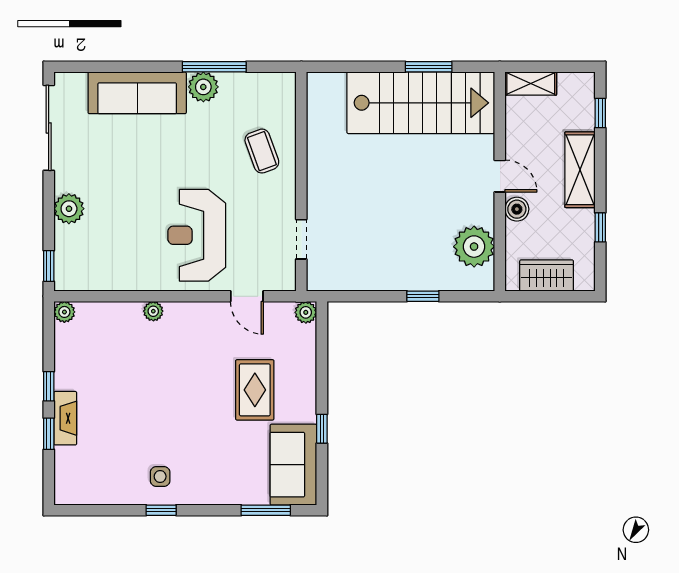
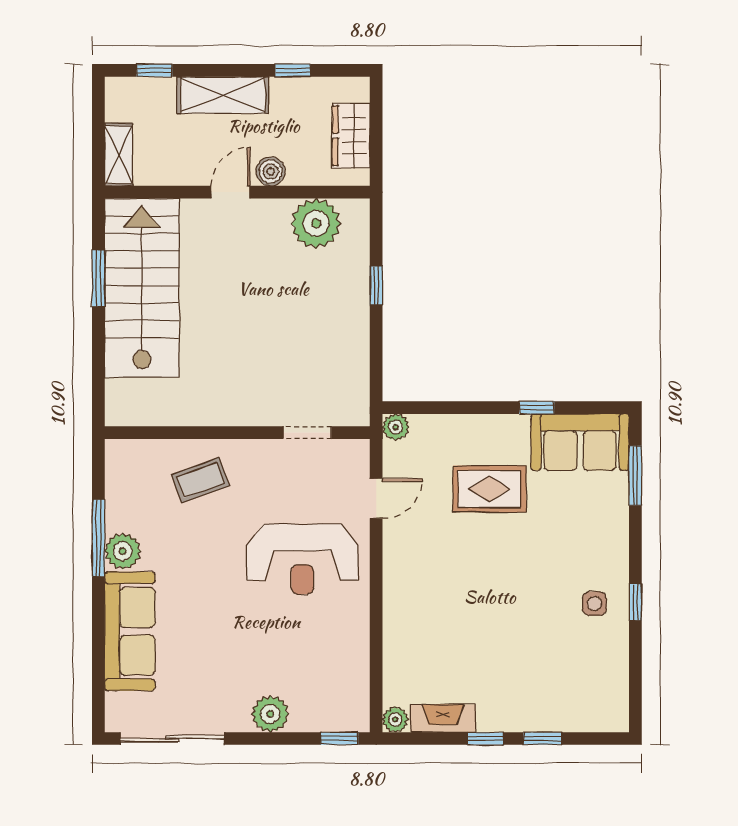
plant: (153, 311) -> (394, 612), removed
fireplace: (65, 418) -> (443, 718), moved

